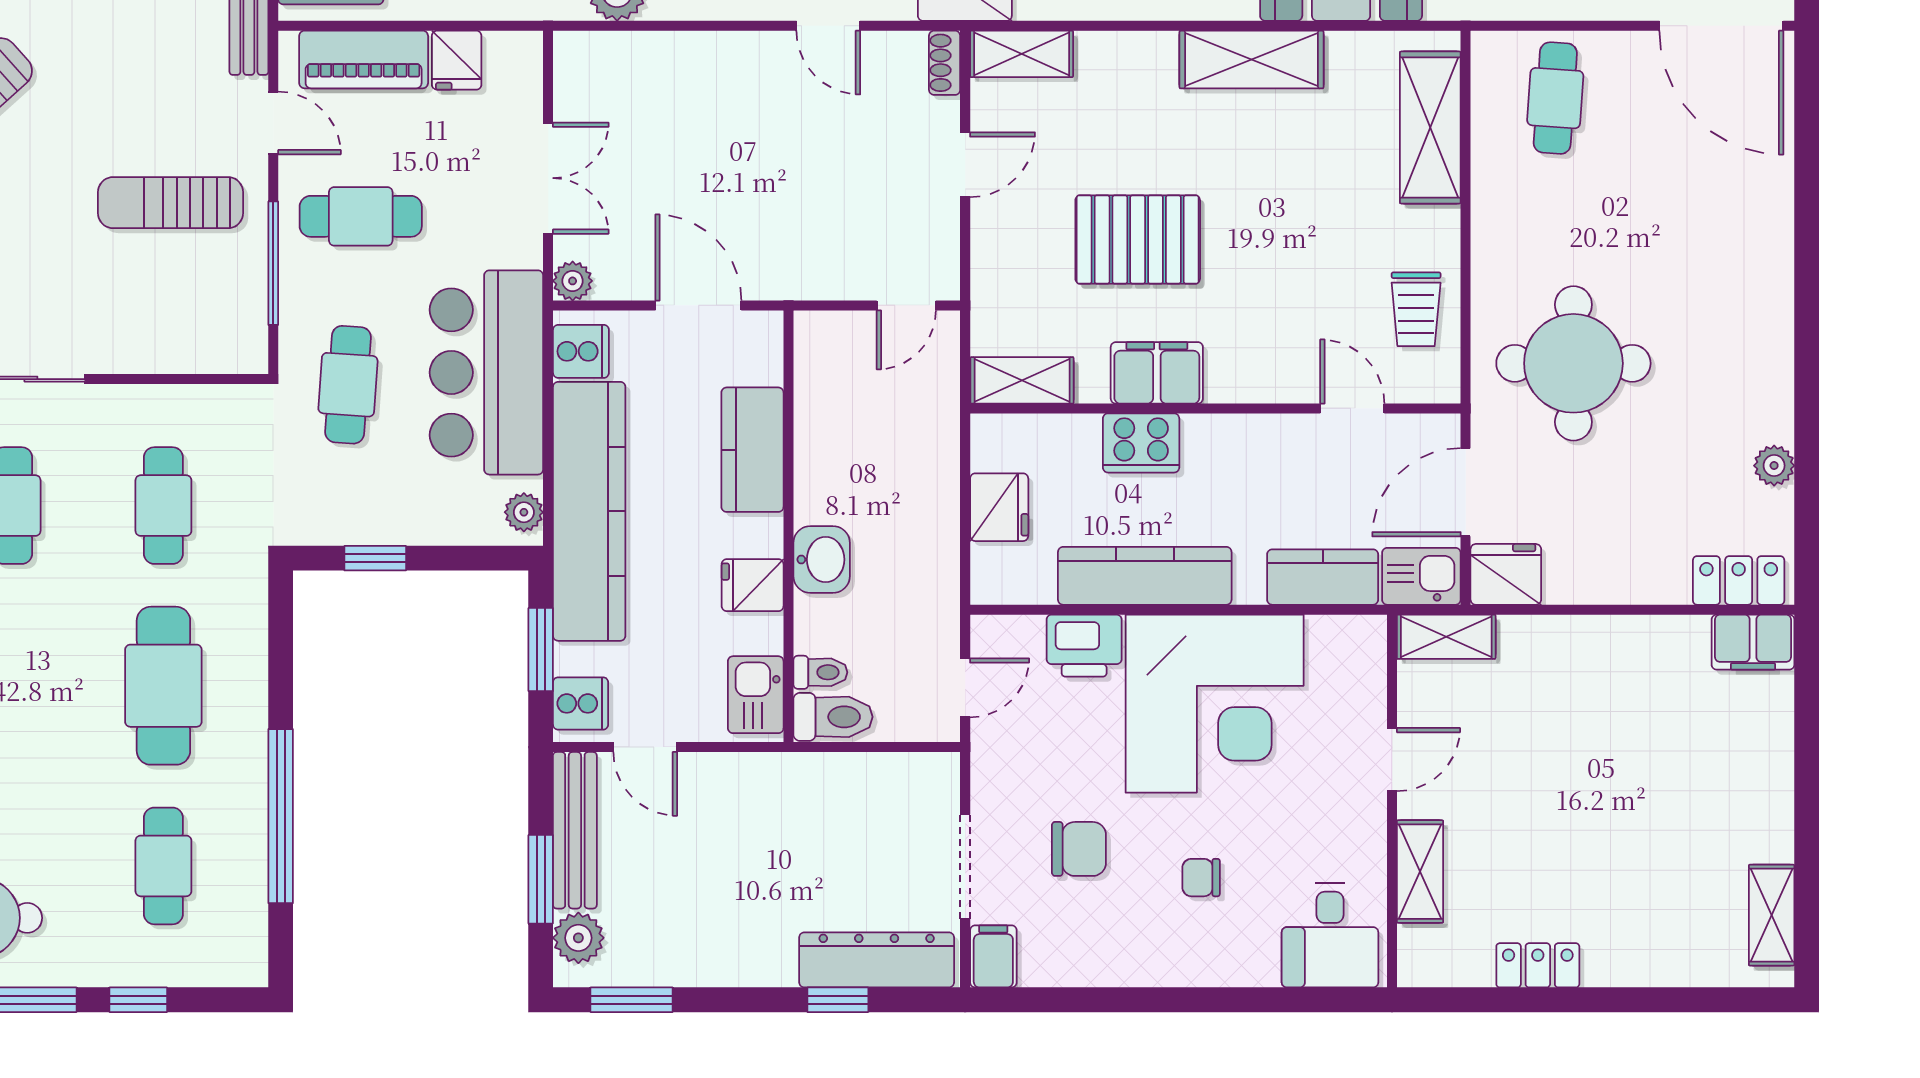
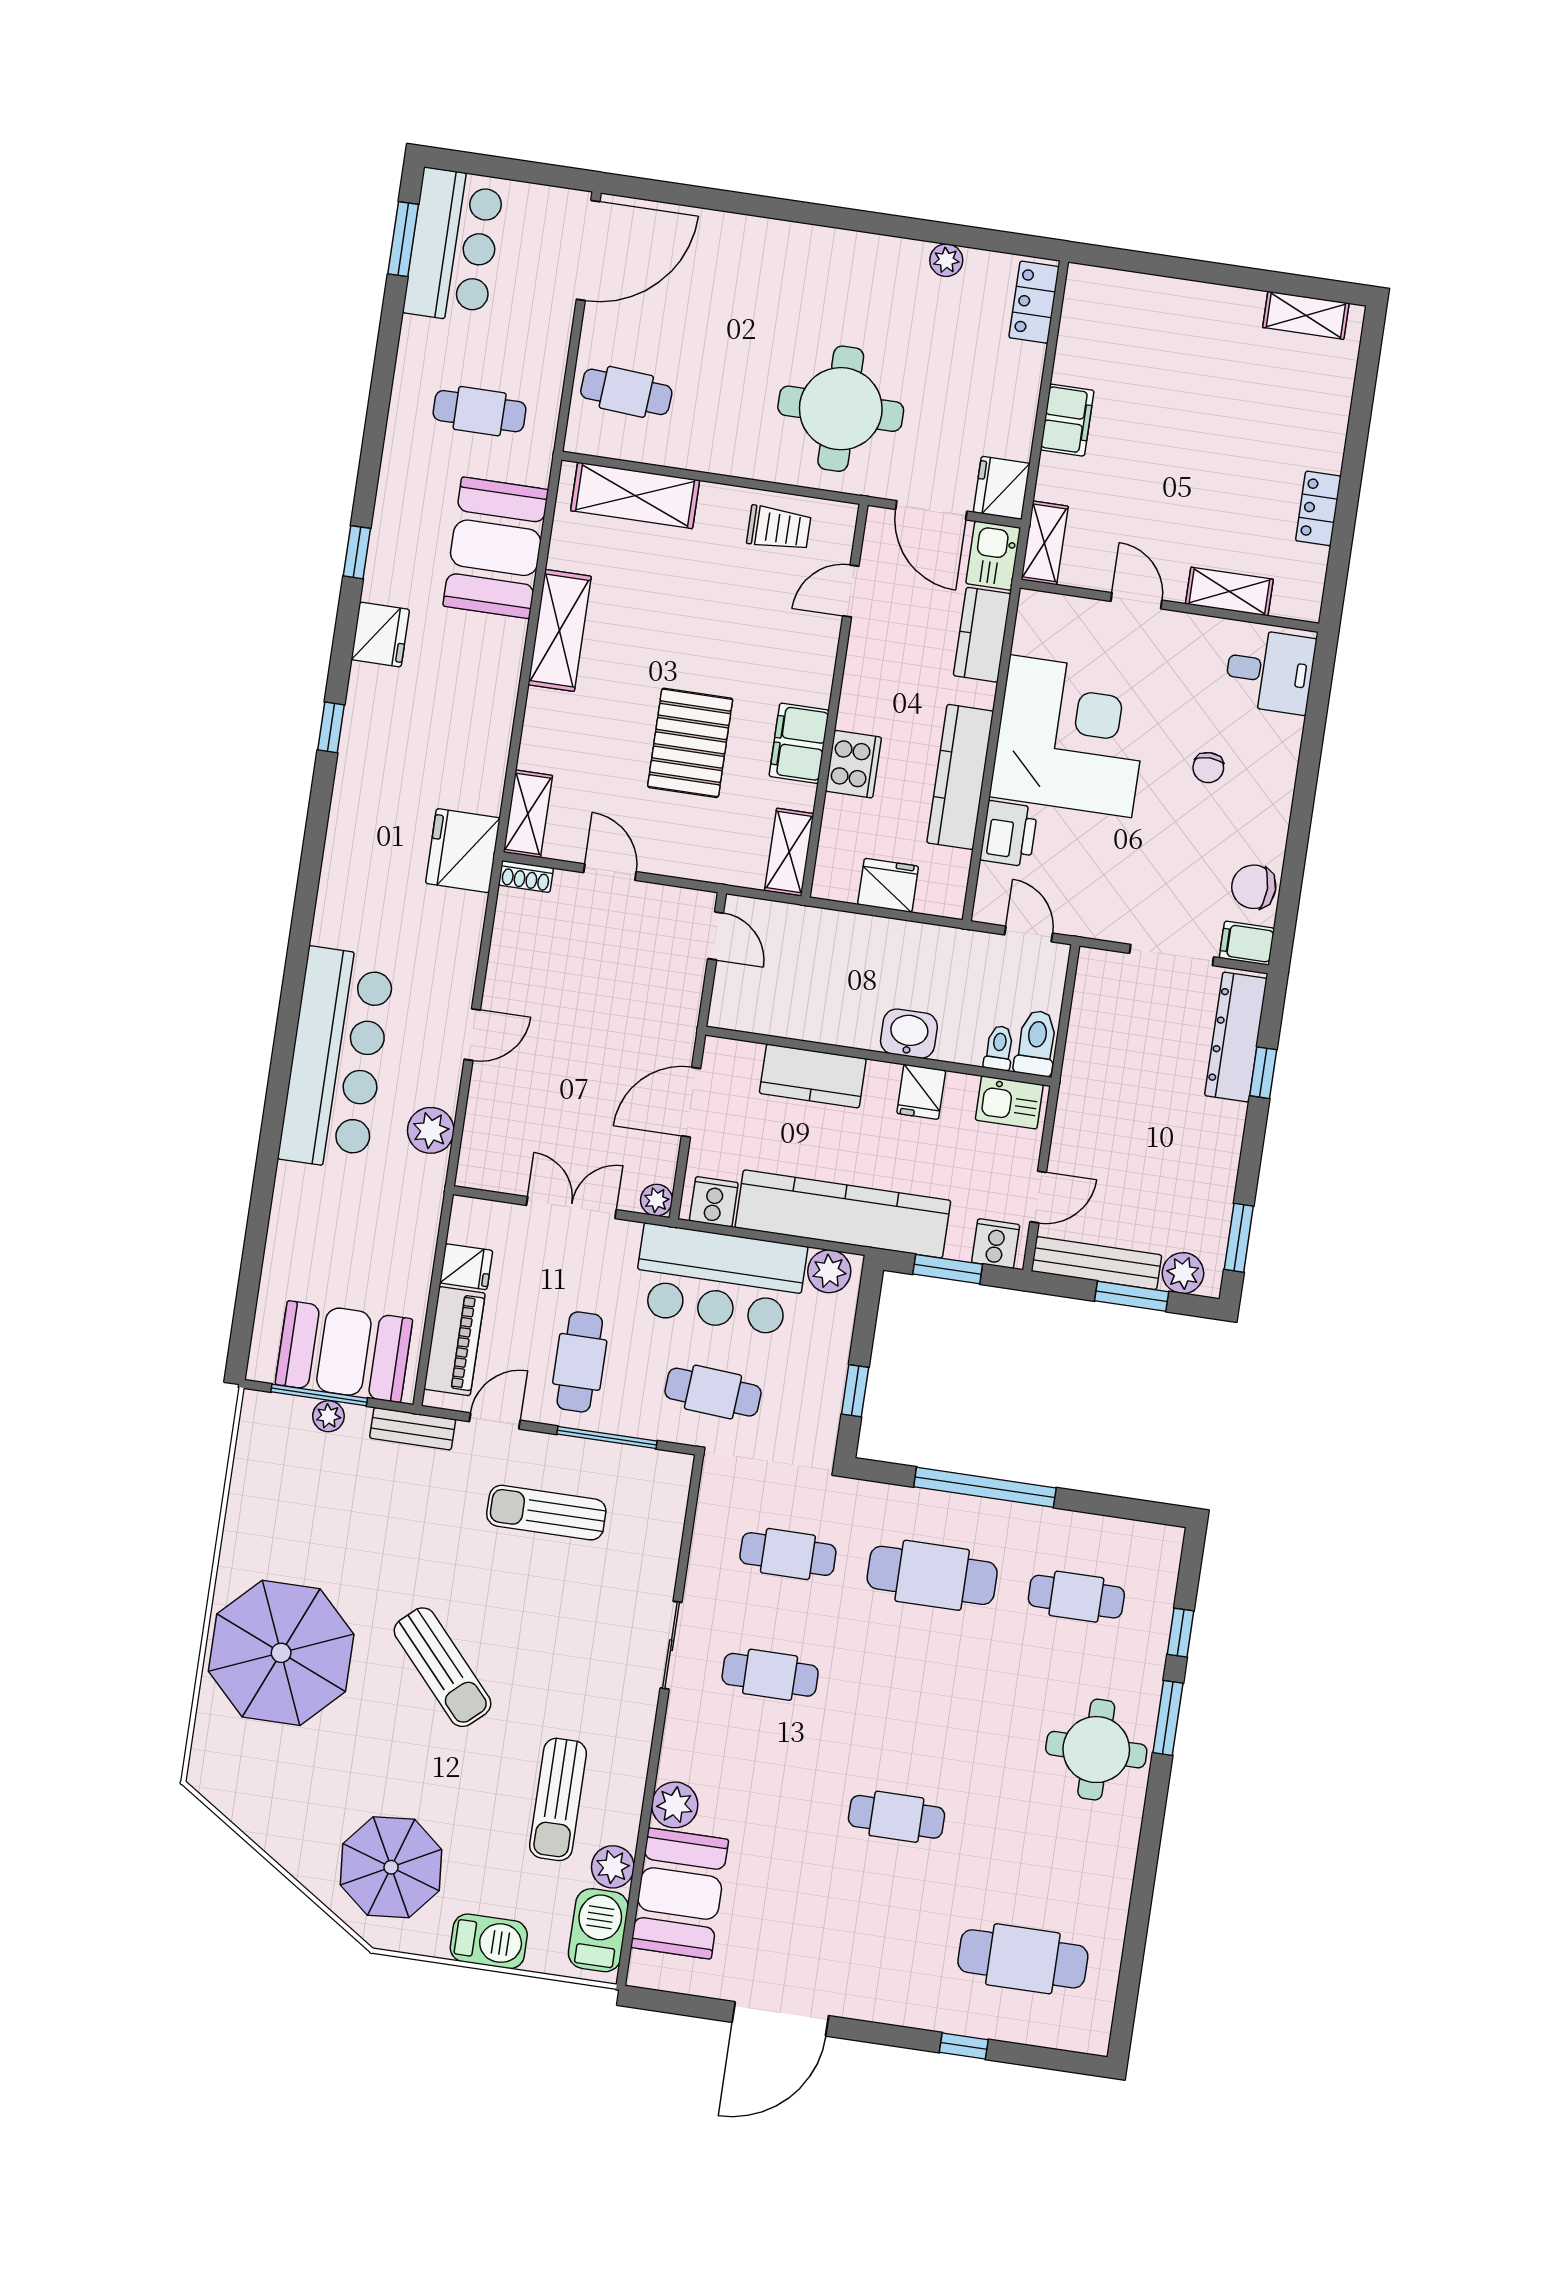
door: (828, 26) -> (472, 1035), moved
sun lounger: (171, 203) -> (546, 1513), turned 90
plant: (524, 512) -> (829, 1271), width x1.38, depth x1.38
filing cabinet: (1753, 642) -> (1067, 420), moved
window: (281, 816) -> (985, 1487), moved
chair: (1079, 849) -> (1254, 887), moved, turned -90

